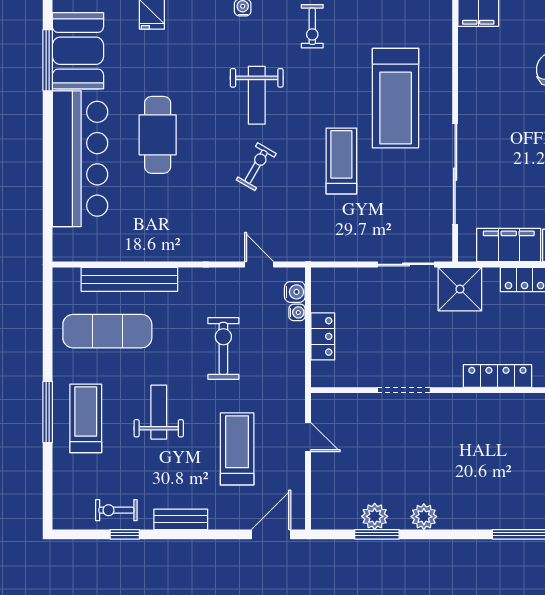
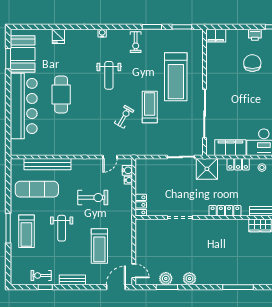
window: (48, 60) -> (8, 59), width x0.69
exercise bike: (256, 167) -> (124, 117), moved
door: (259, 264) -> (110, 157), swing flipped
locker: (323, 336) -> (141, 205), moved
exercise bike: (223, 348) -> (93, 198), turned 90
weight bench: (159, 412) -> (62, 228), turned 180
treadmill: (86, 418) -> (26, 231), turned 180
door: (308, 437) -> (134, 271), moved
treadmill: (237, 449) -> (99, 246), turned 180

